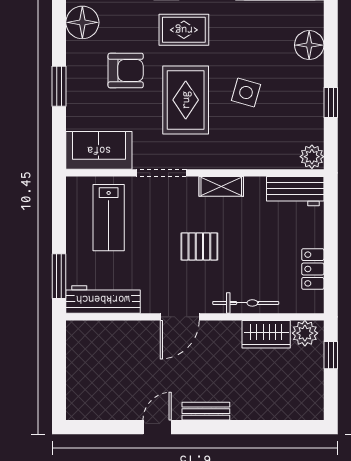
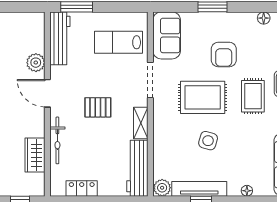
floor lamp: (82, 22) -> (264, 18), width x0.53, depth x0.53
floor lamp: (309, 45) -> (247, 191), width x0.53, depth x0.53
tv unit: (313, 105) -> (199, 189), added
workbench: (295, 191) -> (137, 168), width x1.38
pallet: (199, 246) -> (98, 107), turned 90
plant: (305, 333) -> (36, 63), moved

